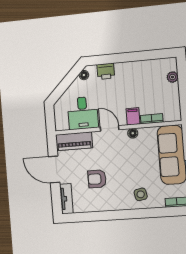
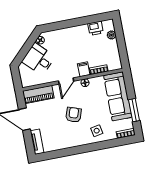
printer: (106, 71) -> (96, 28), moved
desk: (83, 113) -> (39, 59), moved, turned 135
door: (110, 128) -> (66, 81), swing flipped
armchair: (97, 179) -> (74, 115), moved, turned 109

